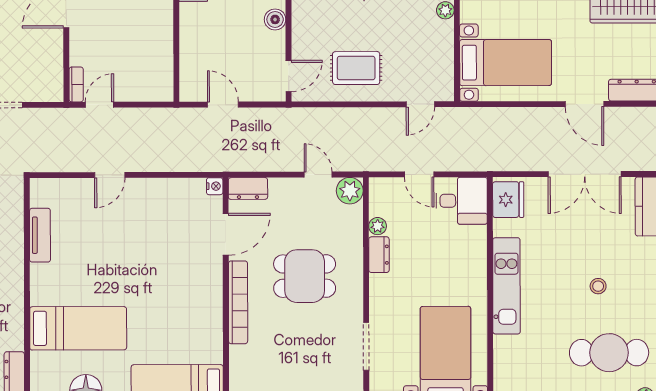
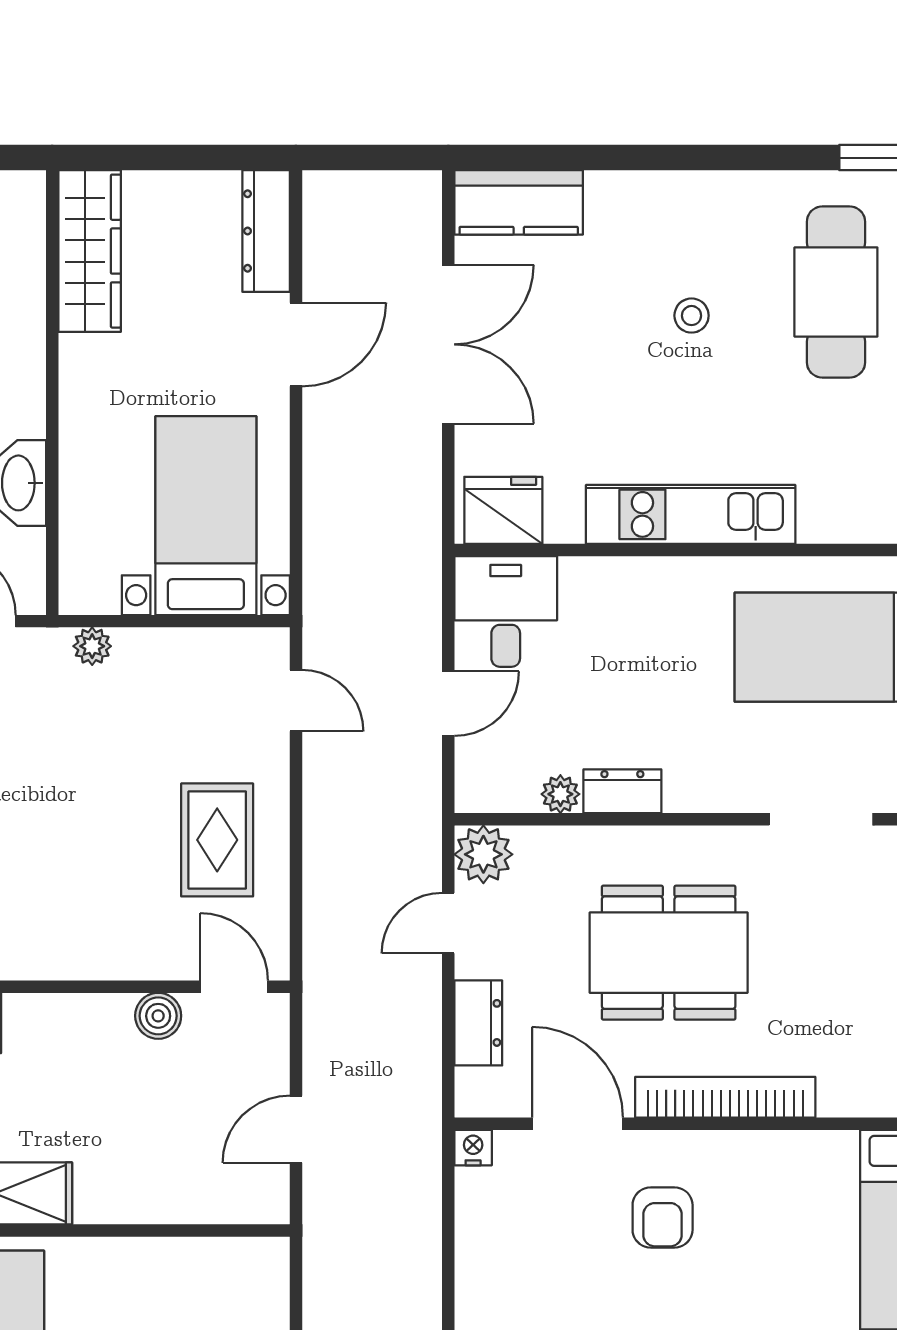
boiler: (275, 19) -> (158, 1016), moved
dresser: (248, 188) -> (478, 1023), moved
armchair: (183, 273) -> (663, 1217), added
dining table: (305, 276) -> (669, 953), width x1.38

